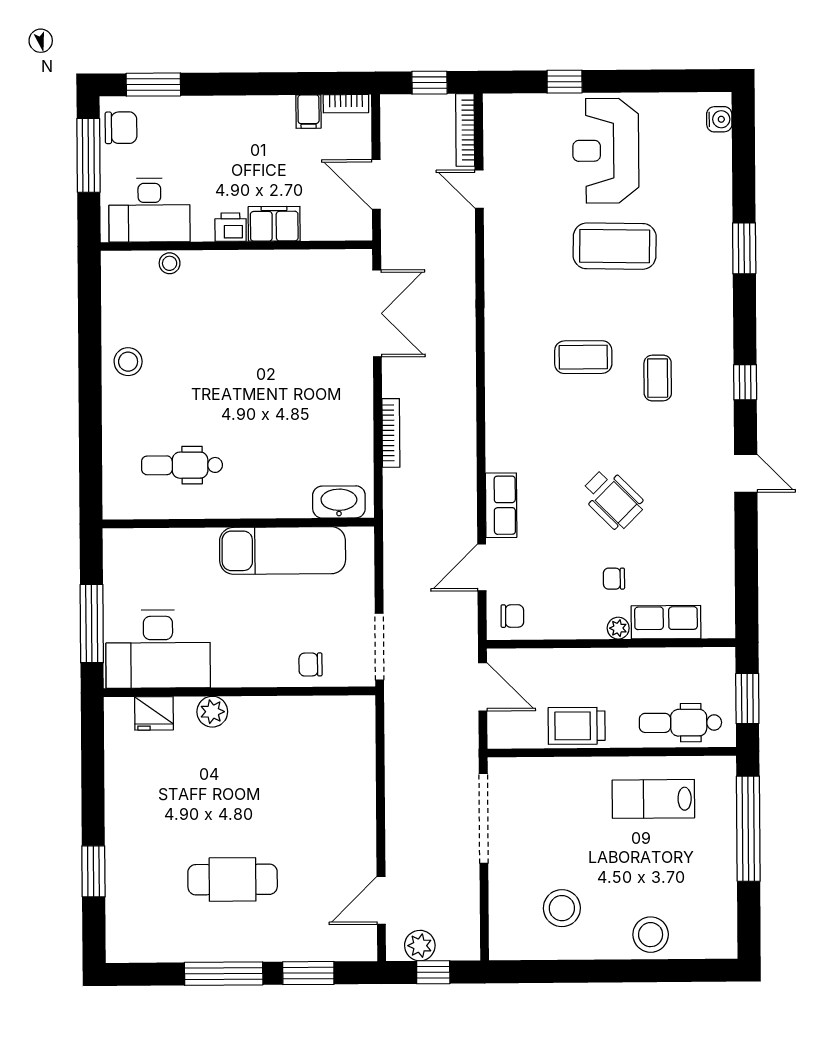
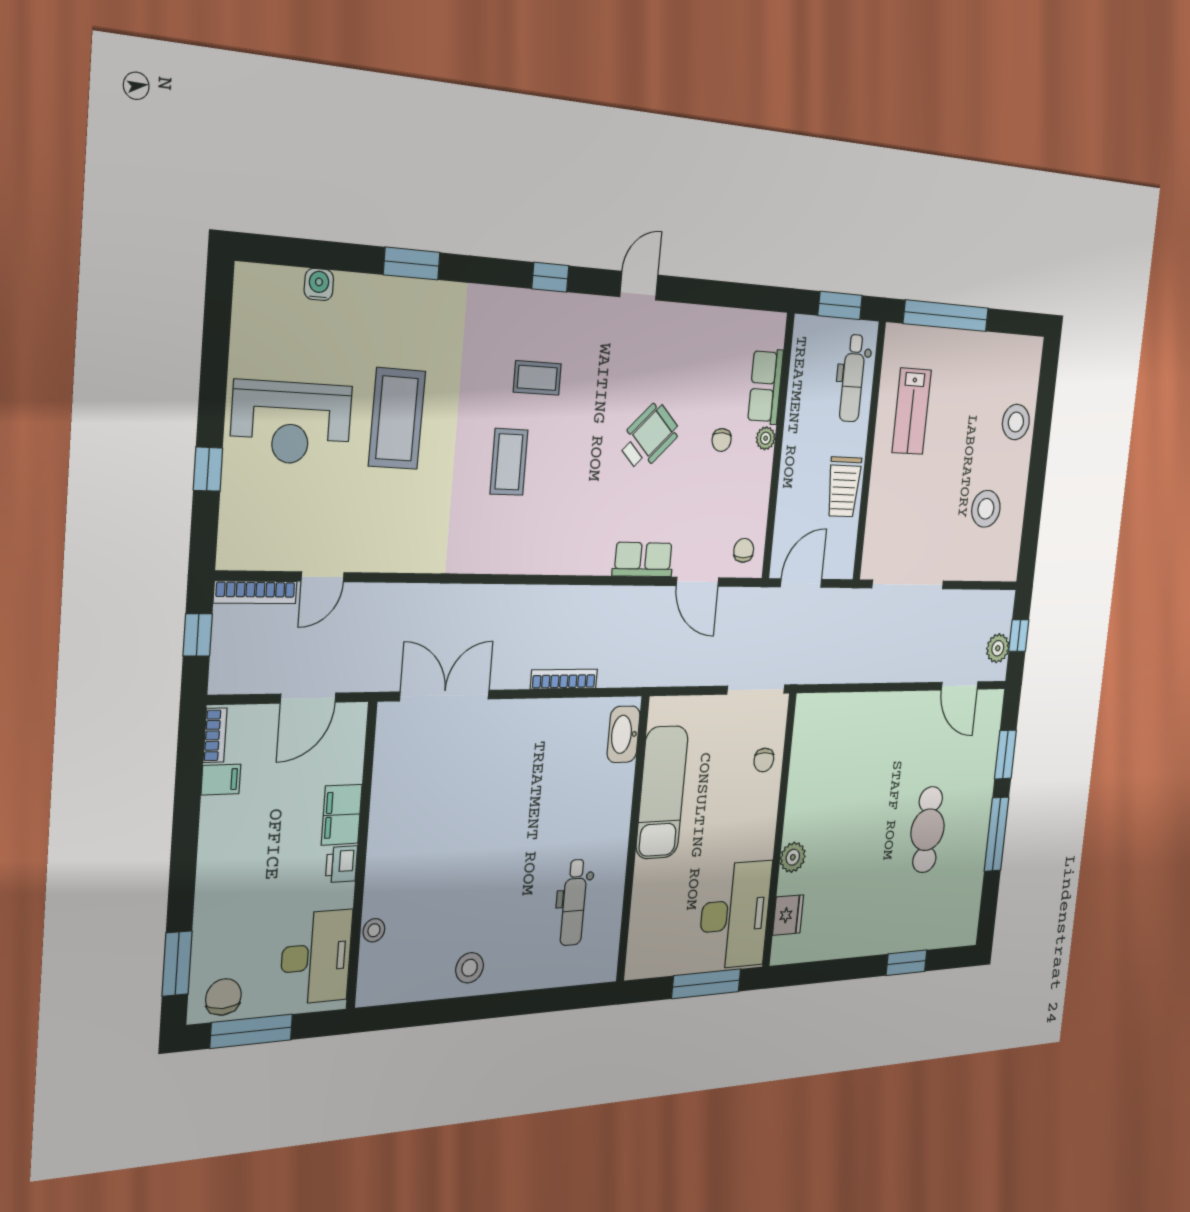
water cooler: (719, 119) -> (319, 284), moved

